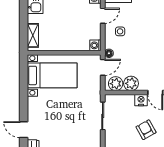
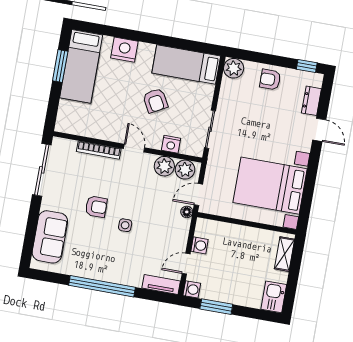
side table: (120, 31) -> (125, 225), moved
washing machine: (95, 45) -> (200, 245), moved
bed with nightstands: (52, 75) -> (270, 186), width x1.36
nightstand: (141, 100) -> (171, 144), moved

